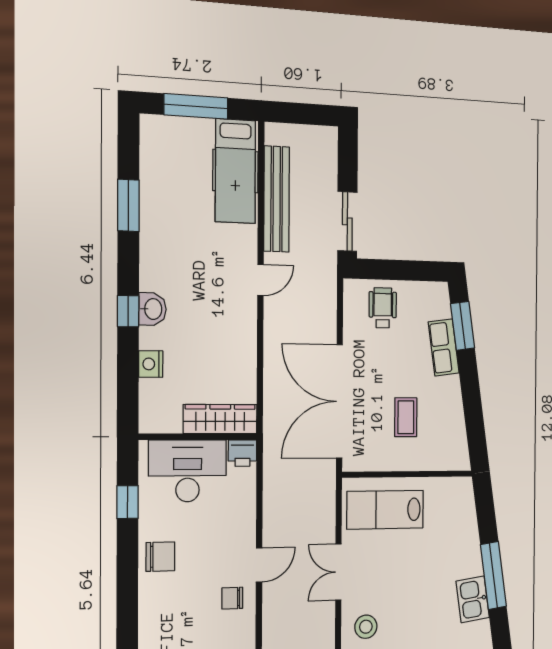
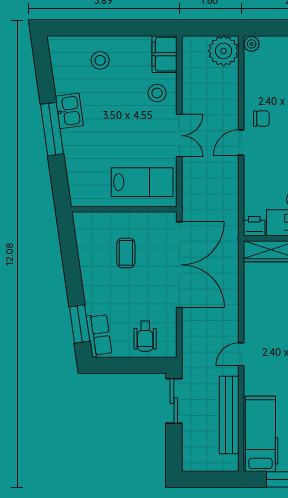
row of seats: (444, 347) -> (99, 335), moved

